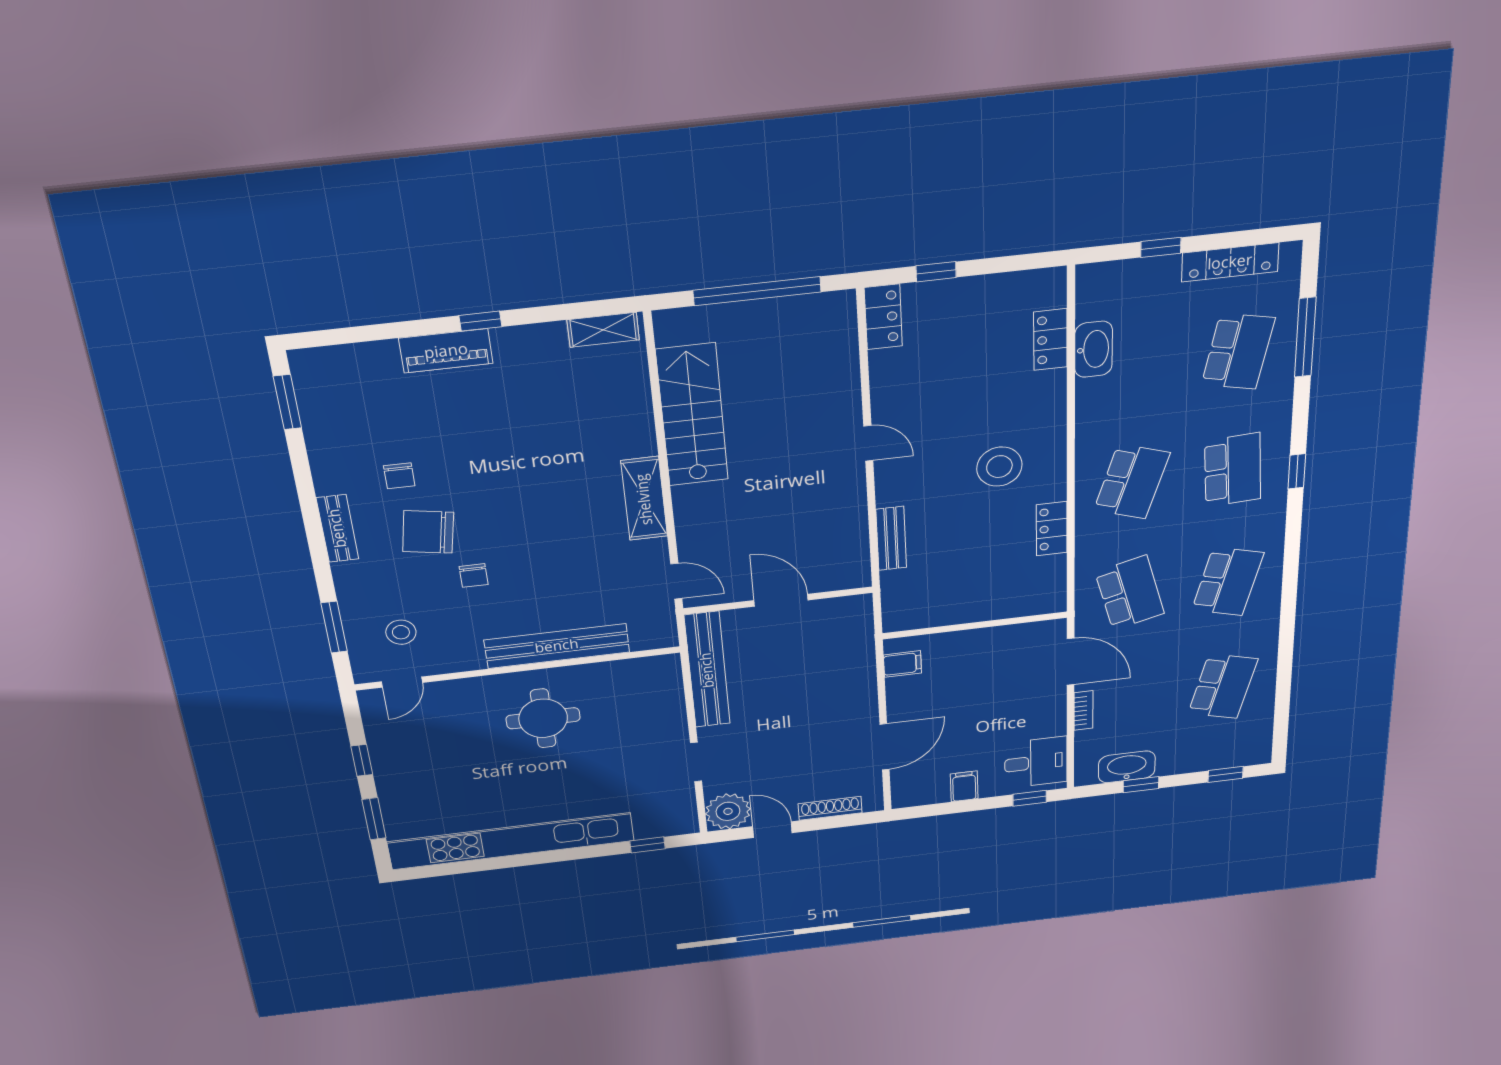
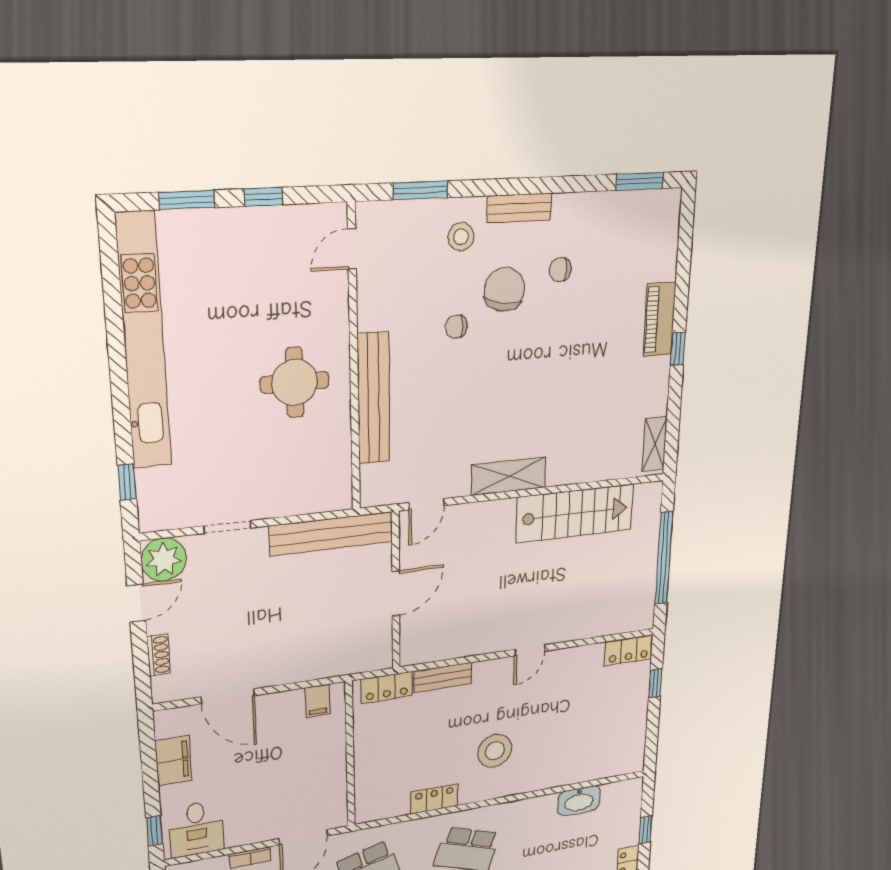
locker: (1050, 340) -> (387, 688), moved, turned 180
stool: (401, 632) -> (461, 237), moved
door: (402, 682) -> (352, 249), hinge flipped
filing cabinet: (964, 786) -> (173, 761), width x2.00
shoe rack: (830, 808) -> (159, 655), width x0.70

